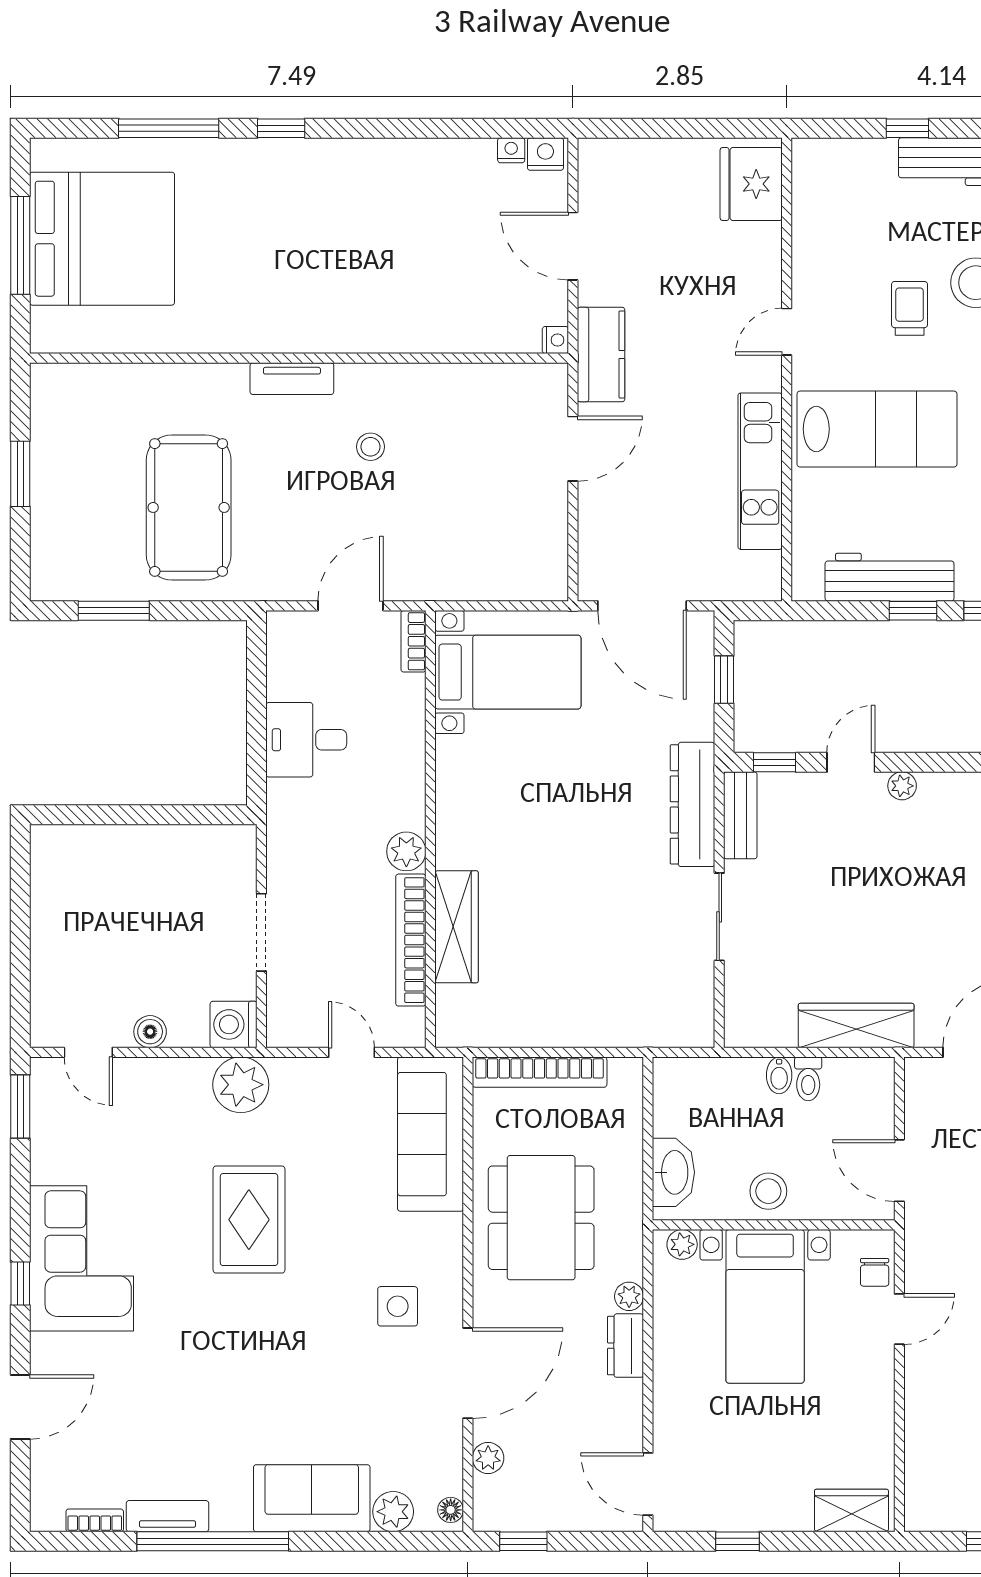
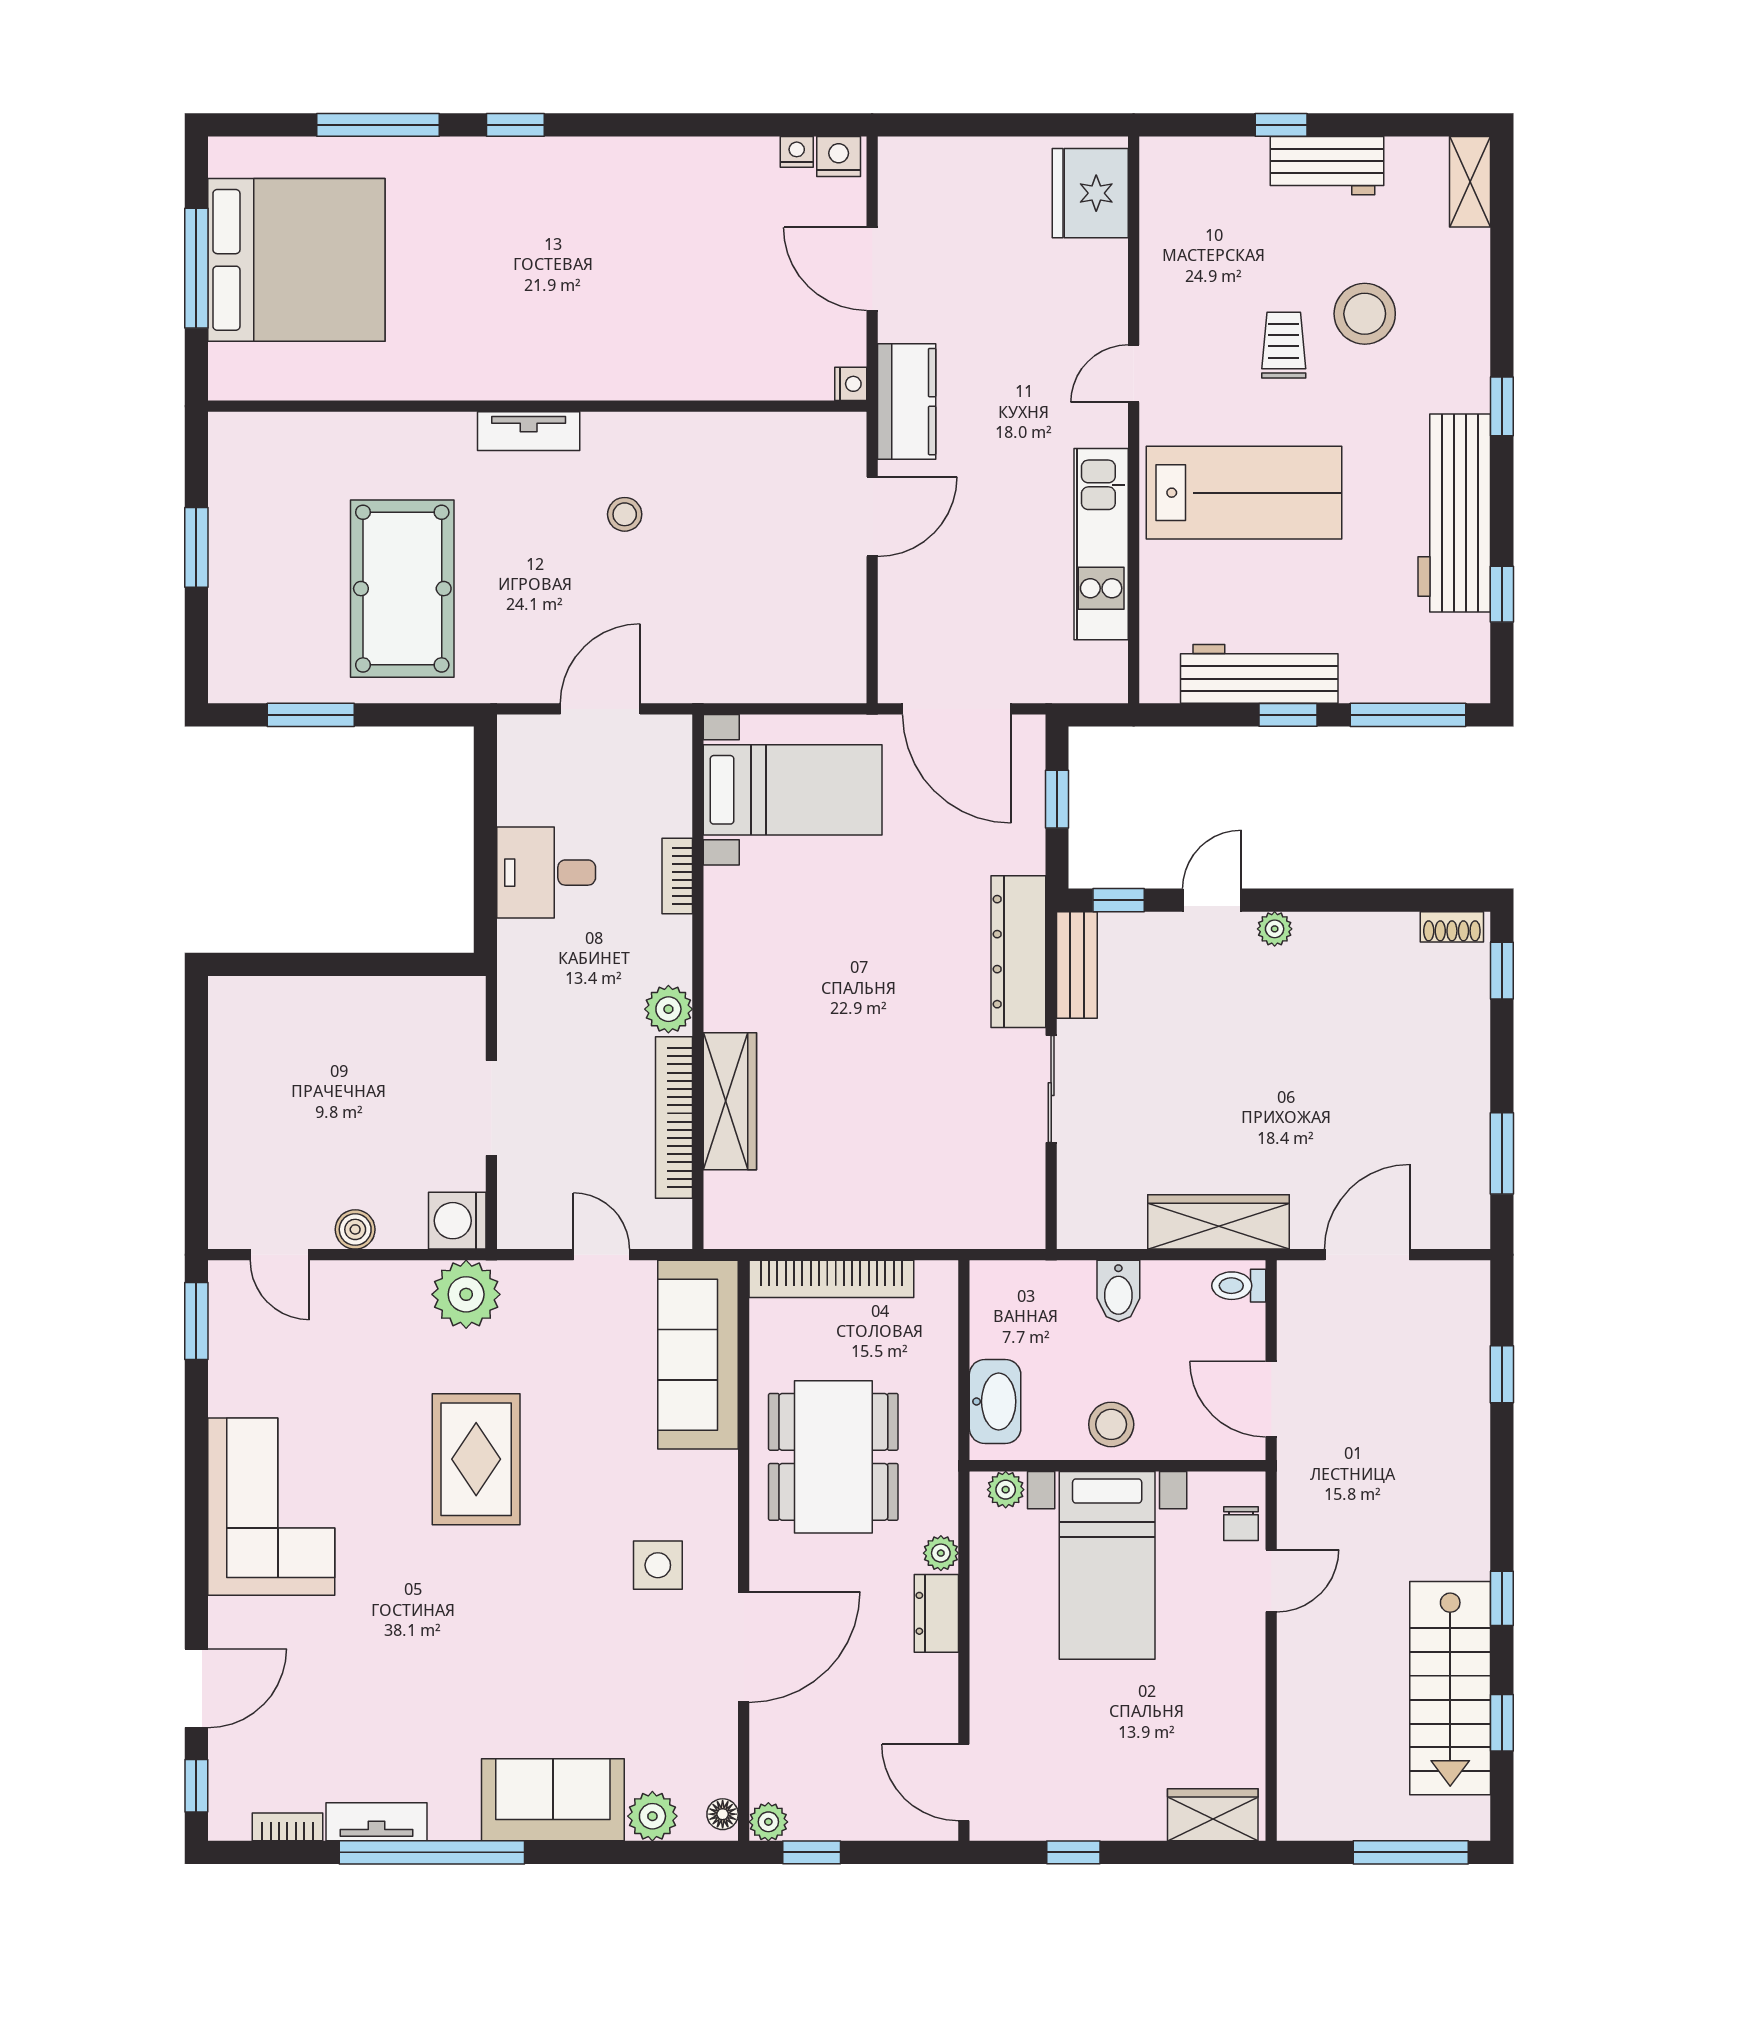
bookcase: (413, 641) -> (677, 876), moved
bidet: (779, 1075) -> (1118, 1291), width x1.38, depth x1.36
toilet: (808, 1079) -> (1239, 1286), moved, turned 90
window: (20, 1283) -> (196, 1786), moved
plant: (488, 1458) -> (768, 1822), moved

